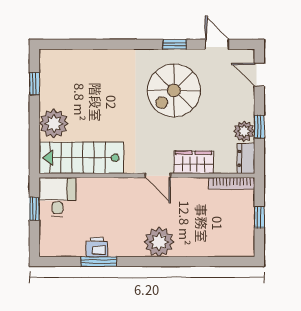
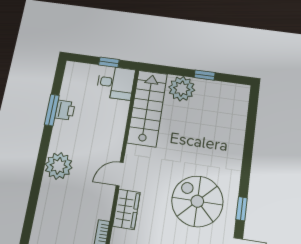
window: (34, 84) -> (205, 75), moved

